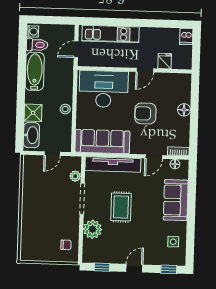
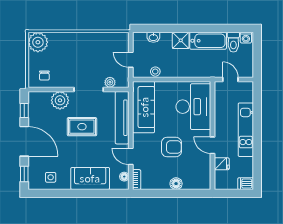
kitchen unit: (111, 34) -> (246, 130), moved
stool: (65, 109) -> (155, 72), moved
shower: (33, 113) -> (181, 40), moved
armchair: (145, 113) -> (171, 147), turned 90
washbasin: (31, 135) -> (153, 37), width x0.52, depth x0.69
plant: (31, 251) -> (38, 42), added
door: (134, 268) -> (24, 141), width x1.88

